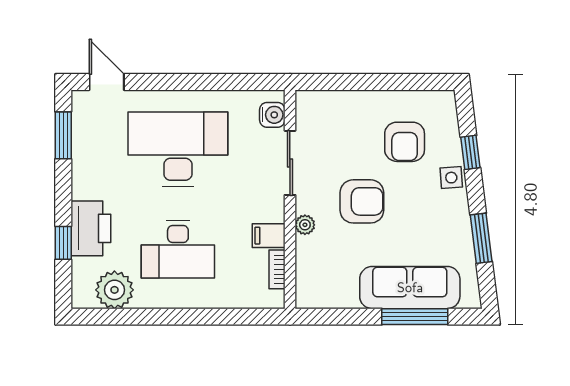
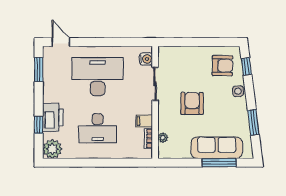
armchair: (405, 142) -> (222, 66), moved, turned -89
window: (470, 152) -> (246, 66), moved
armchair: (362, 201) -> (192, 103), turned -90
plant: (305, 225) -> (163, 138), moved
plant: (114, 290) -> (52, 149), moved

